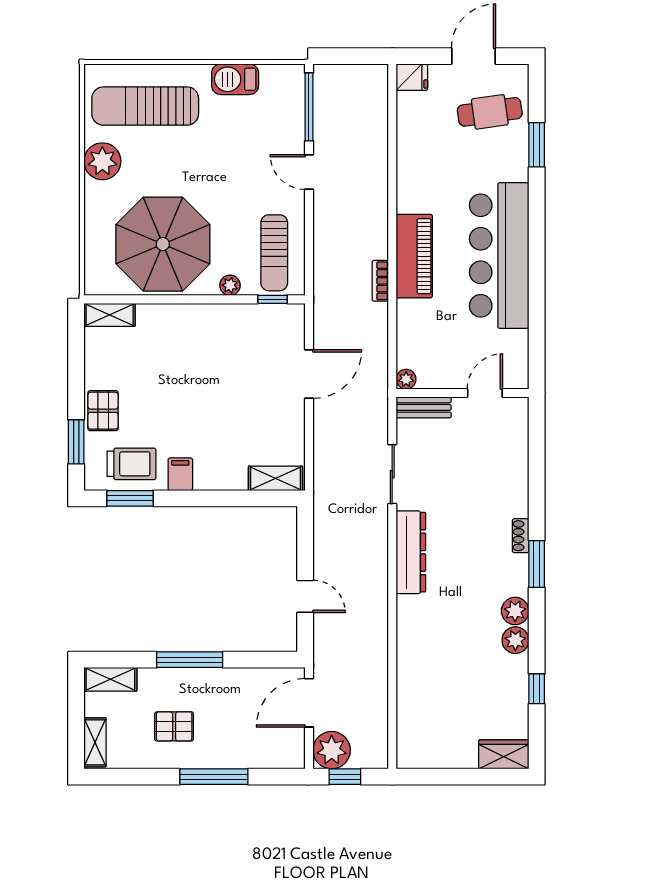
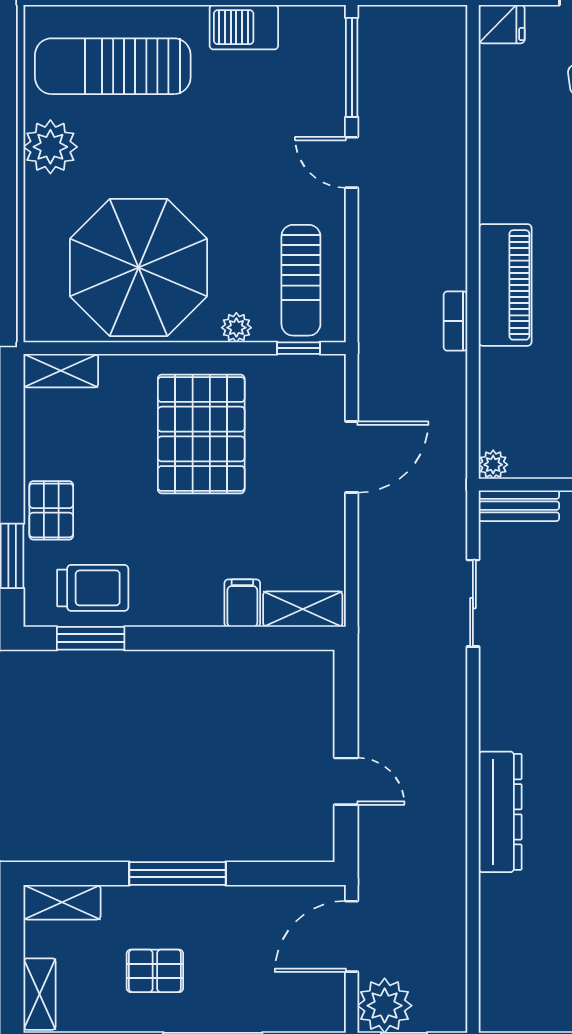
pallet: (206, 358) -> (201, 434), added
filing cabinet: (180, 474) -> (242, 603), moved
dresser: (411, 552) -> (500, 812), moved

